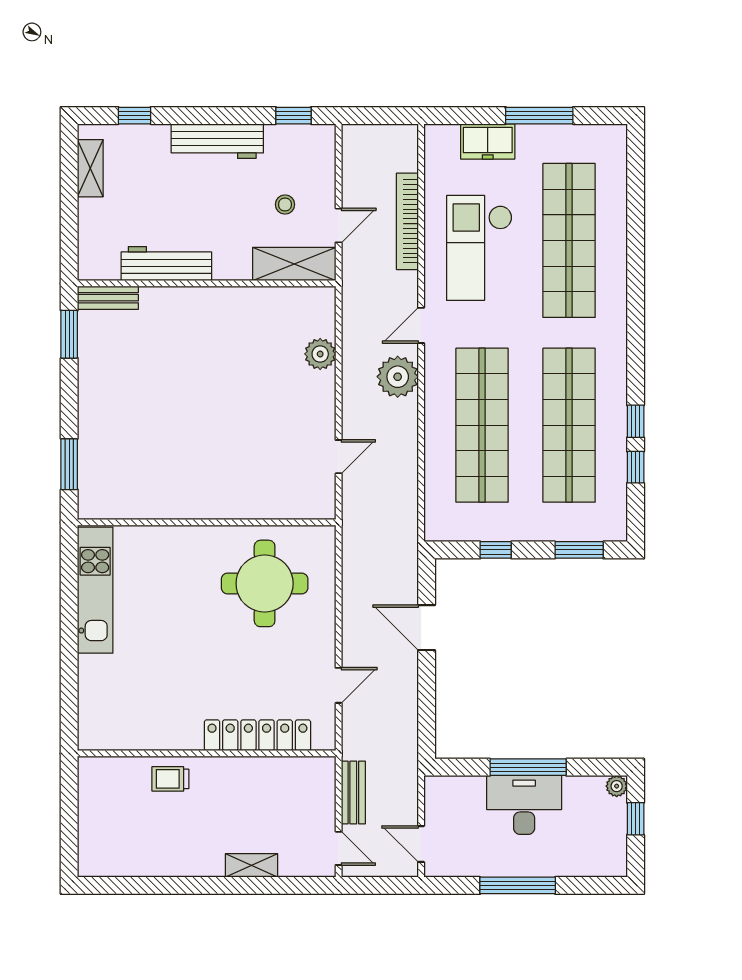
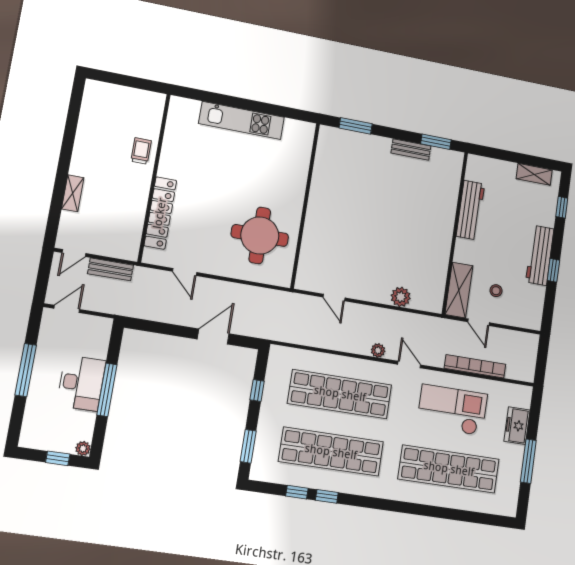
window: (293, 116) -> (553, 270), moved
bench: (108, 298) -> (411, 149), moved, turned 90
plant: (398, 377) -> (378, 350), width x0.53, depth x0.53
kitchen unit: (95, 590) -> (242, 120), moved

